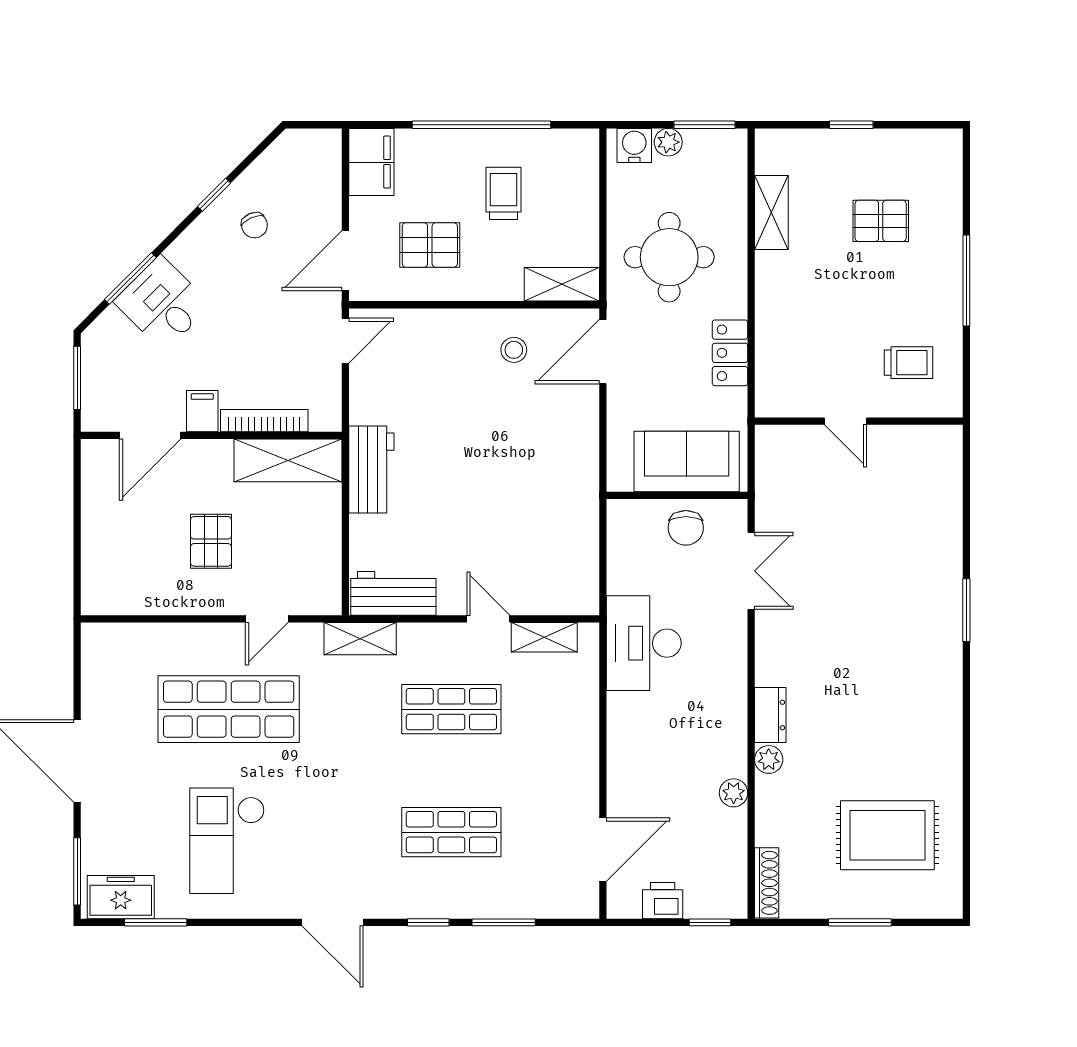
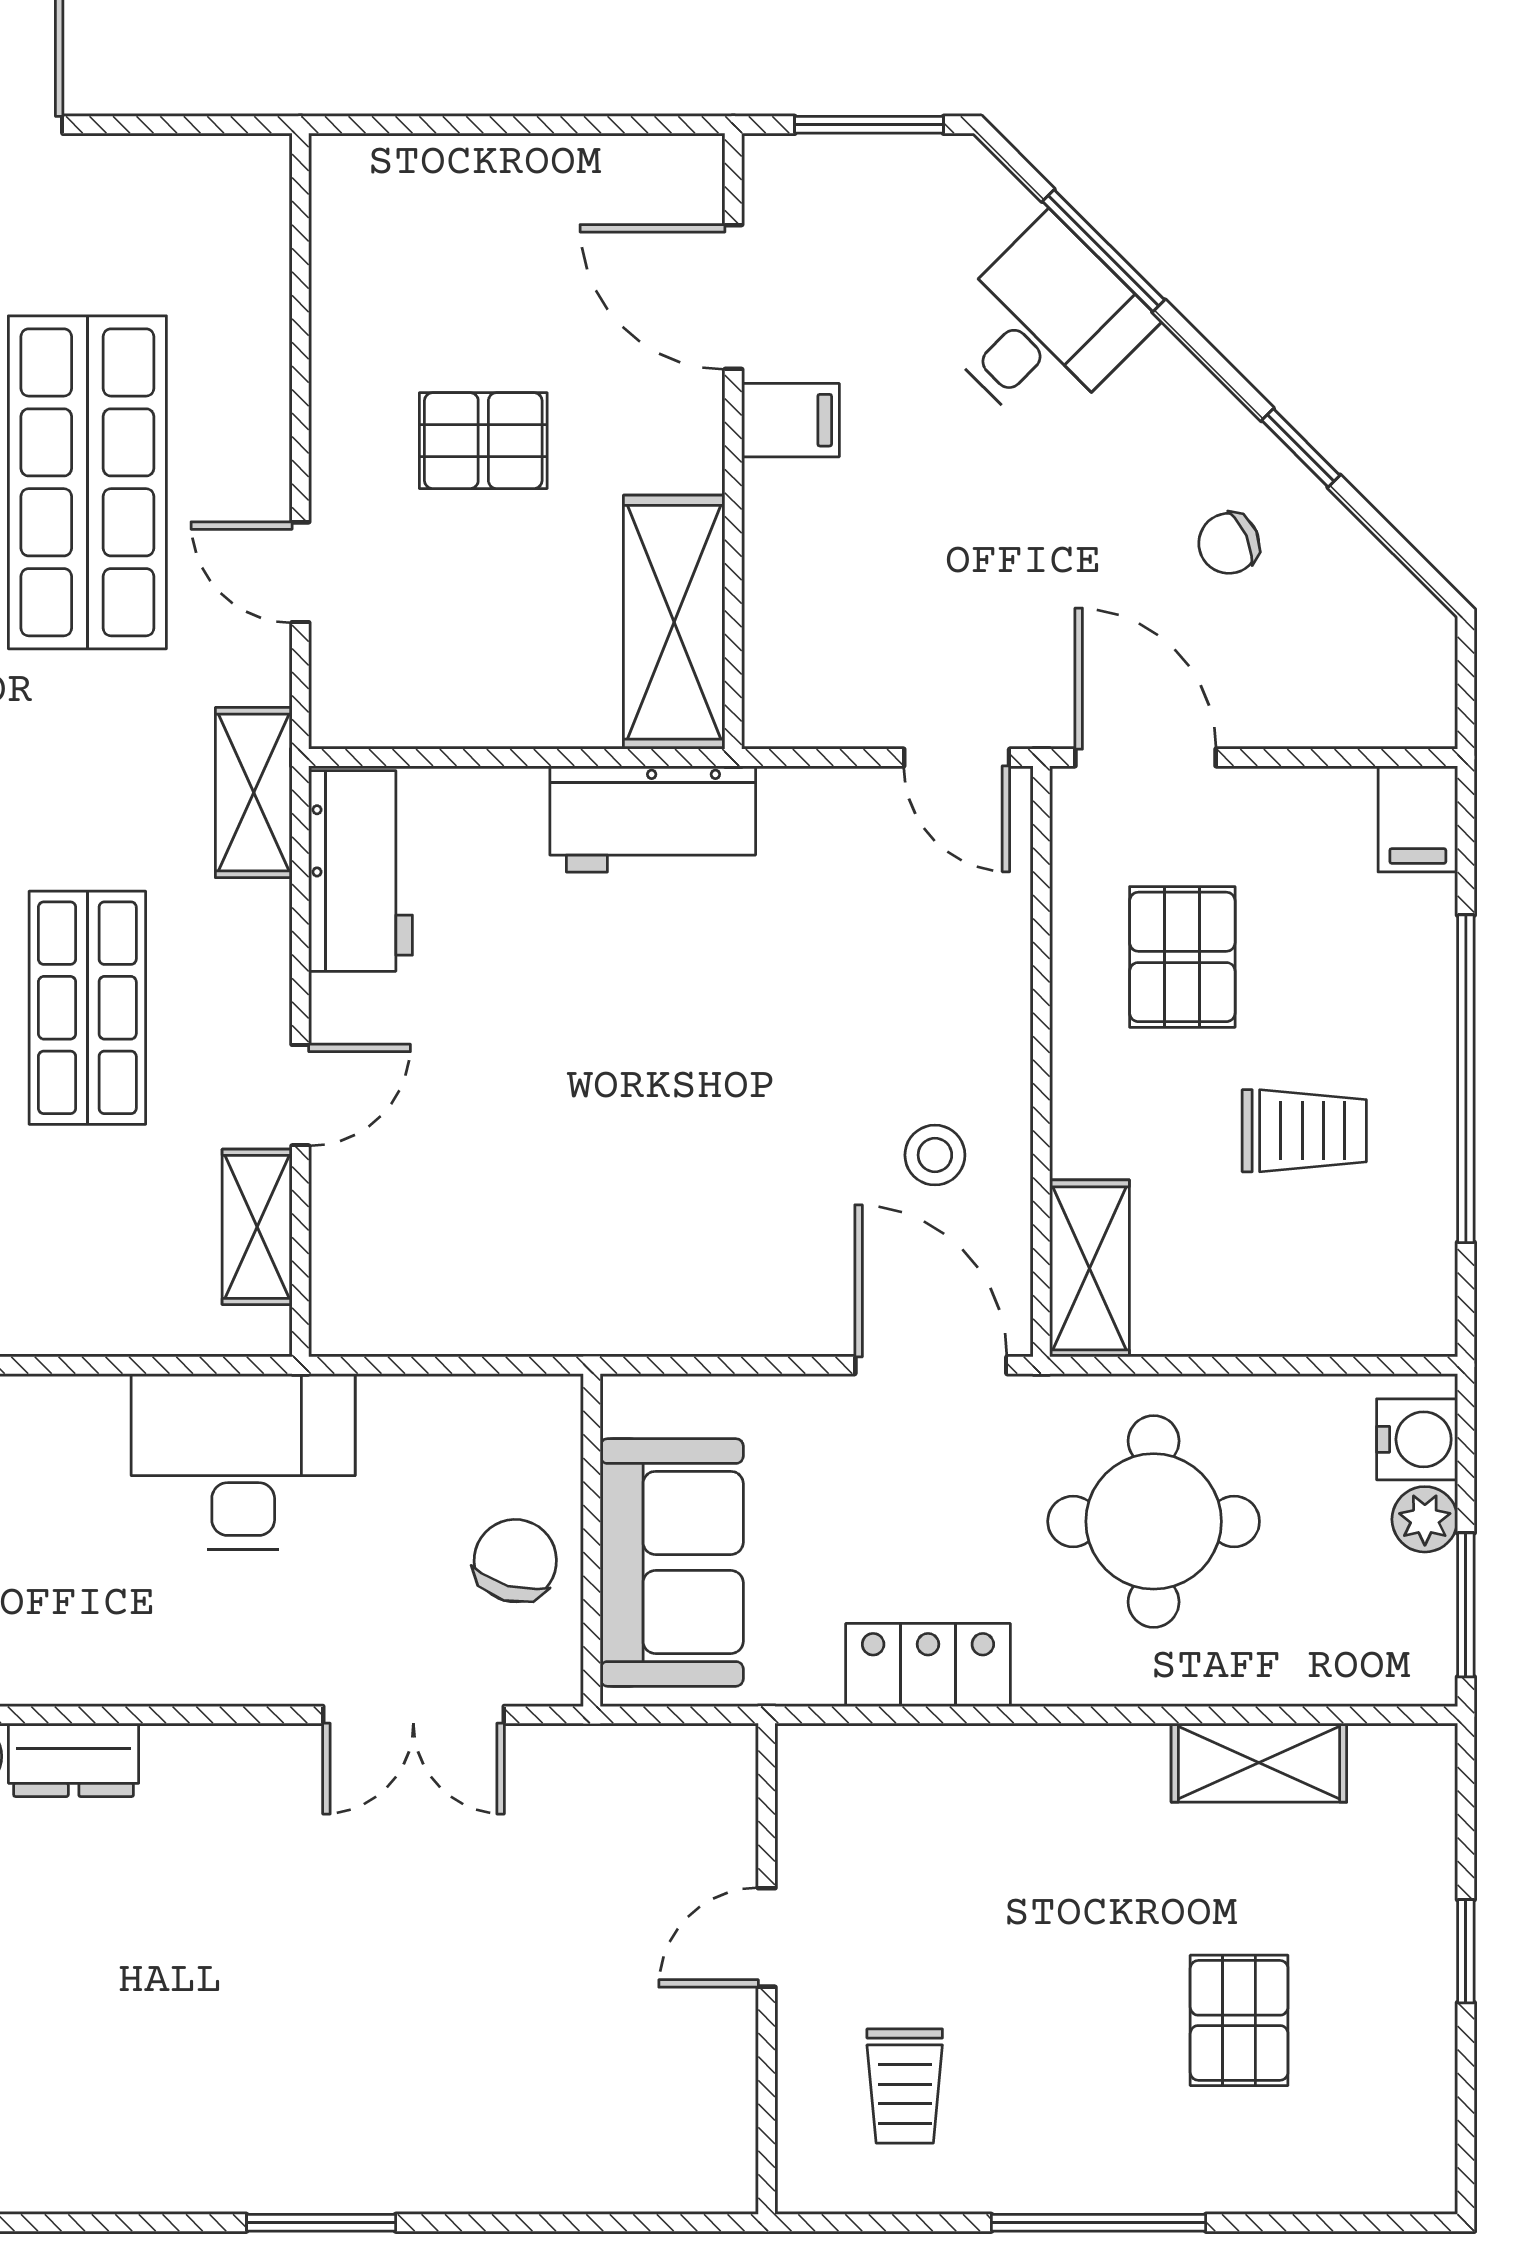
filing cabinet: (371, 162) -> (1418, 819), width x0.50
bookcase: (264, 421) -> (768, 566), removed
chair: (686, 528) -> (515, 1561), turned 106

